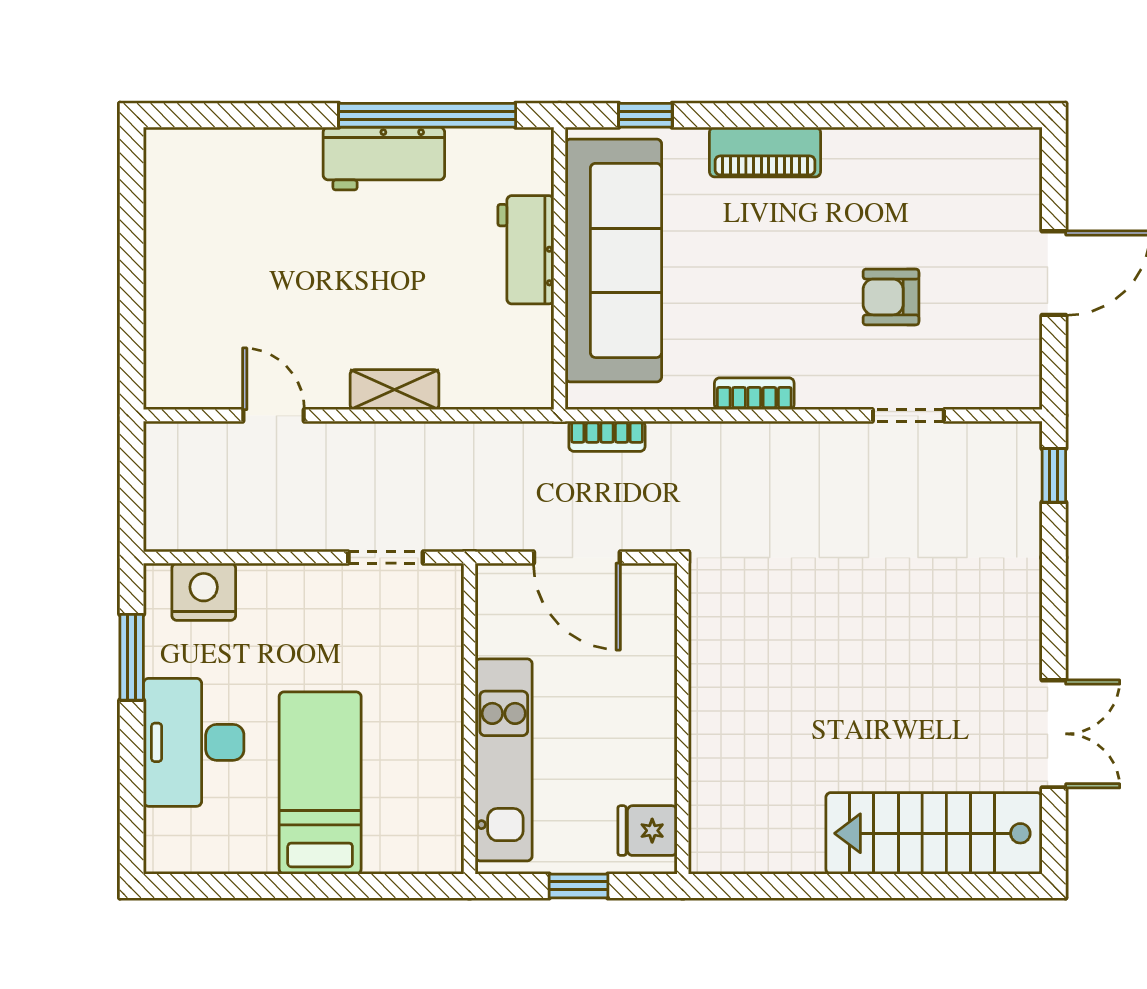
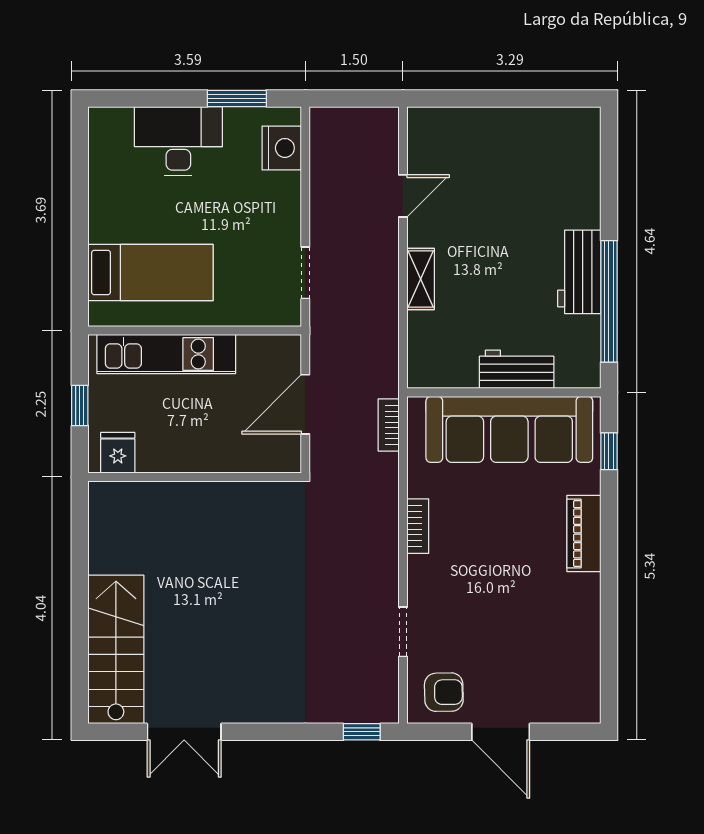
armchair: (891, 297) -> (444, 692), moved, turned 89
bed: (320, 783) -> (150, 273), moved

